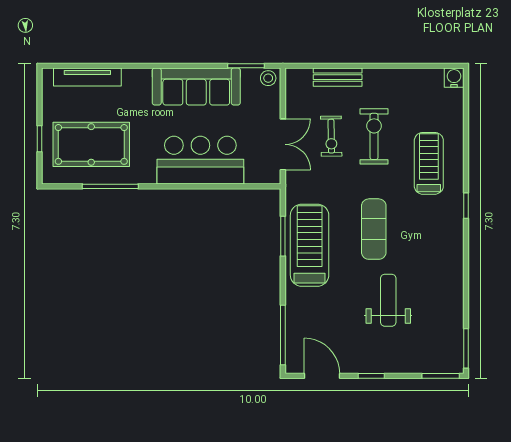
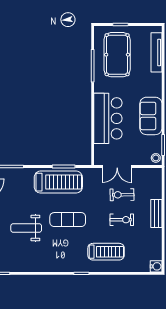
bench: (338, 77) -> (156, 214), moved
sofa: (196, 87) -> (151, 116), width x0.73
exercise bike: (374, 136) -> (122, 220), width x0.73, depth x0.72
weight bench: (388, 300) -> (26, 228), turned 180

